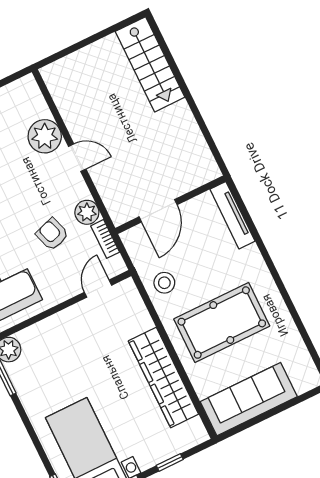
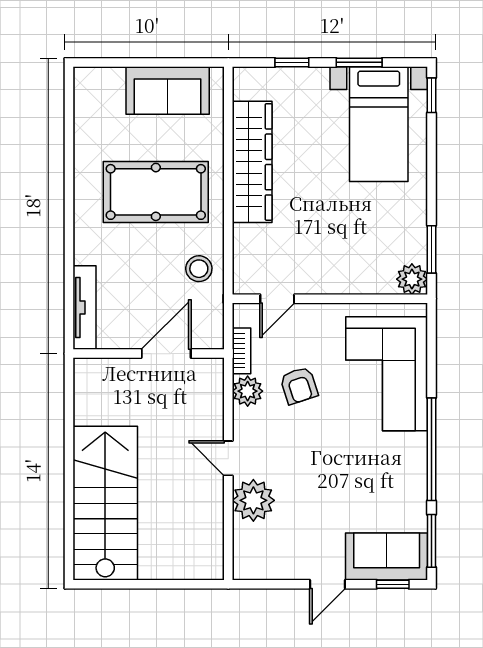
stairs: (150, 64) -> (105, 503), width x1.36, depth x1.51
sofa: (249, 399) -> (168, 90), width x0.73

